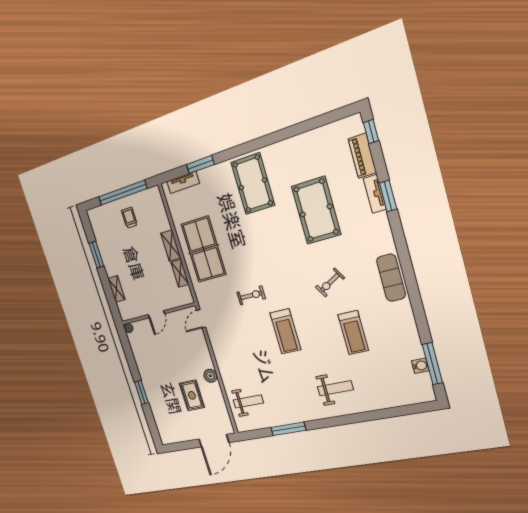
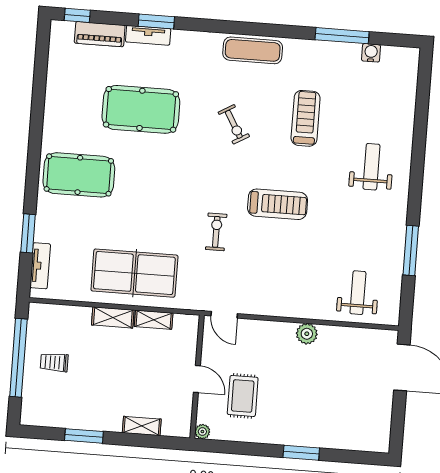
treadmill: (353, 333) -> (306, 118), turned -90
window: (432, 364) -> (342, 36), moved
rug: (192, 395) -> (243, 396), moved, turned 90

